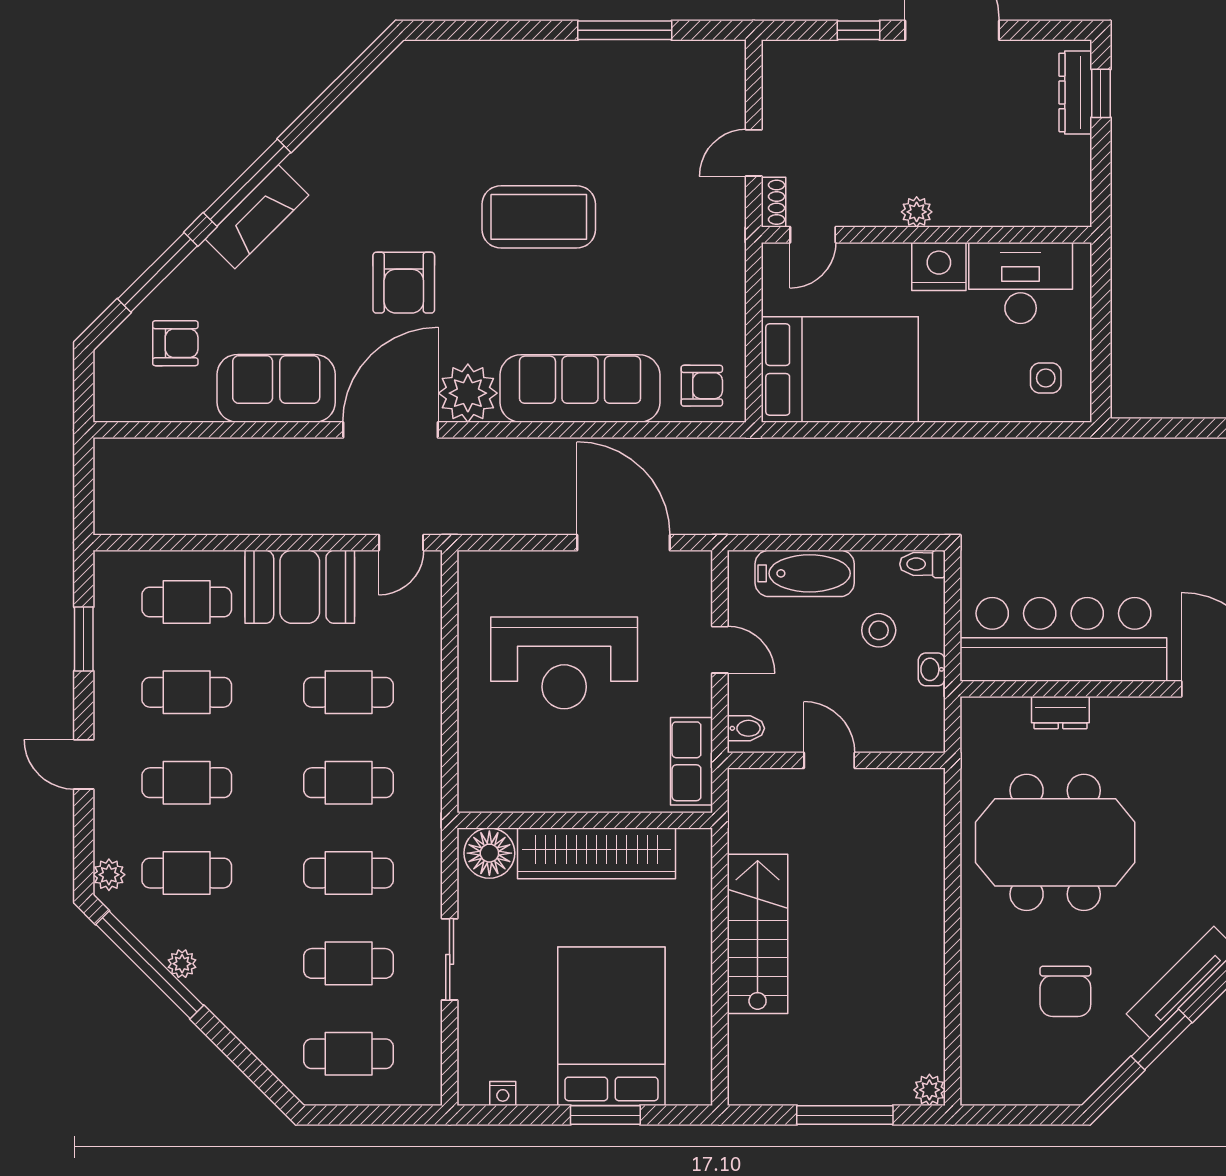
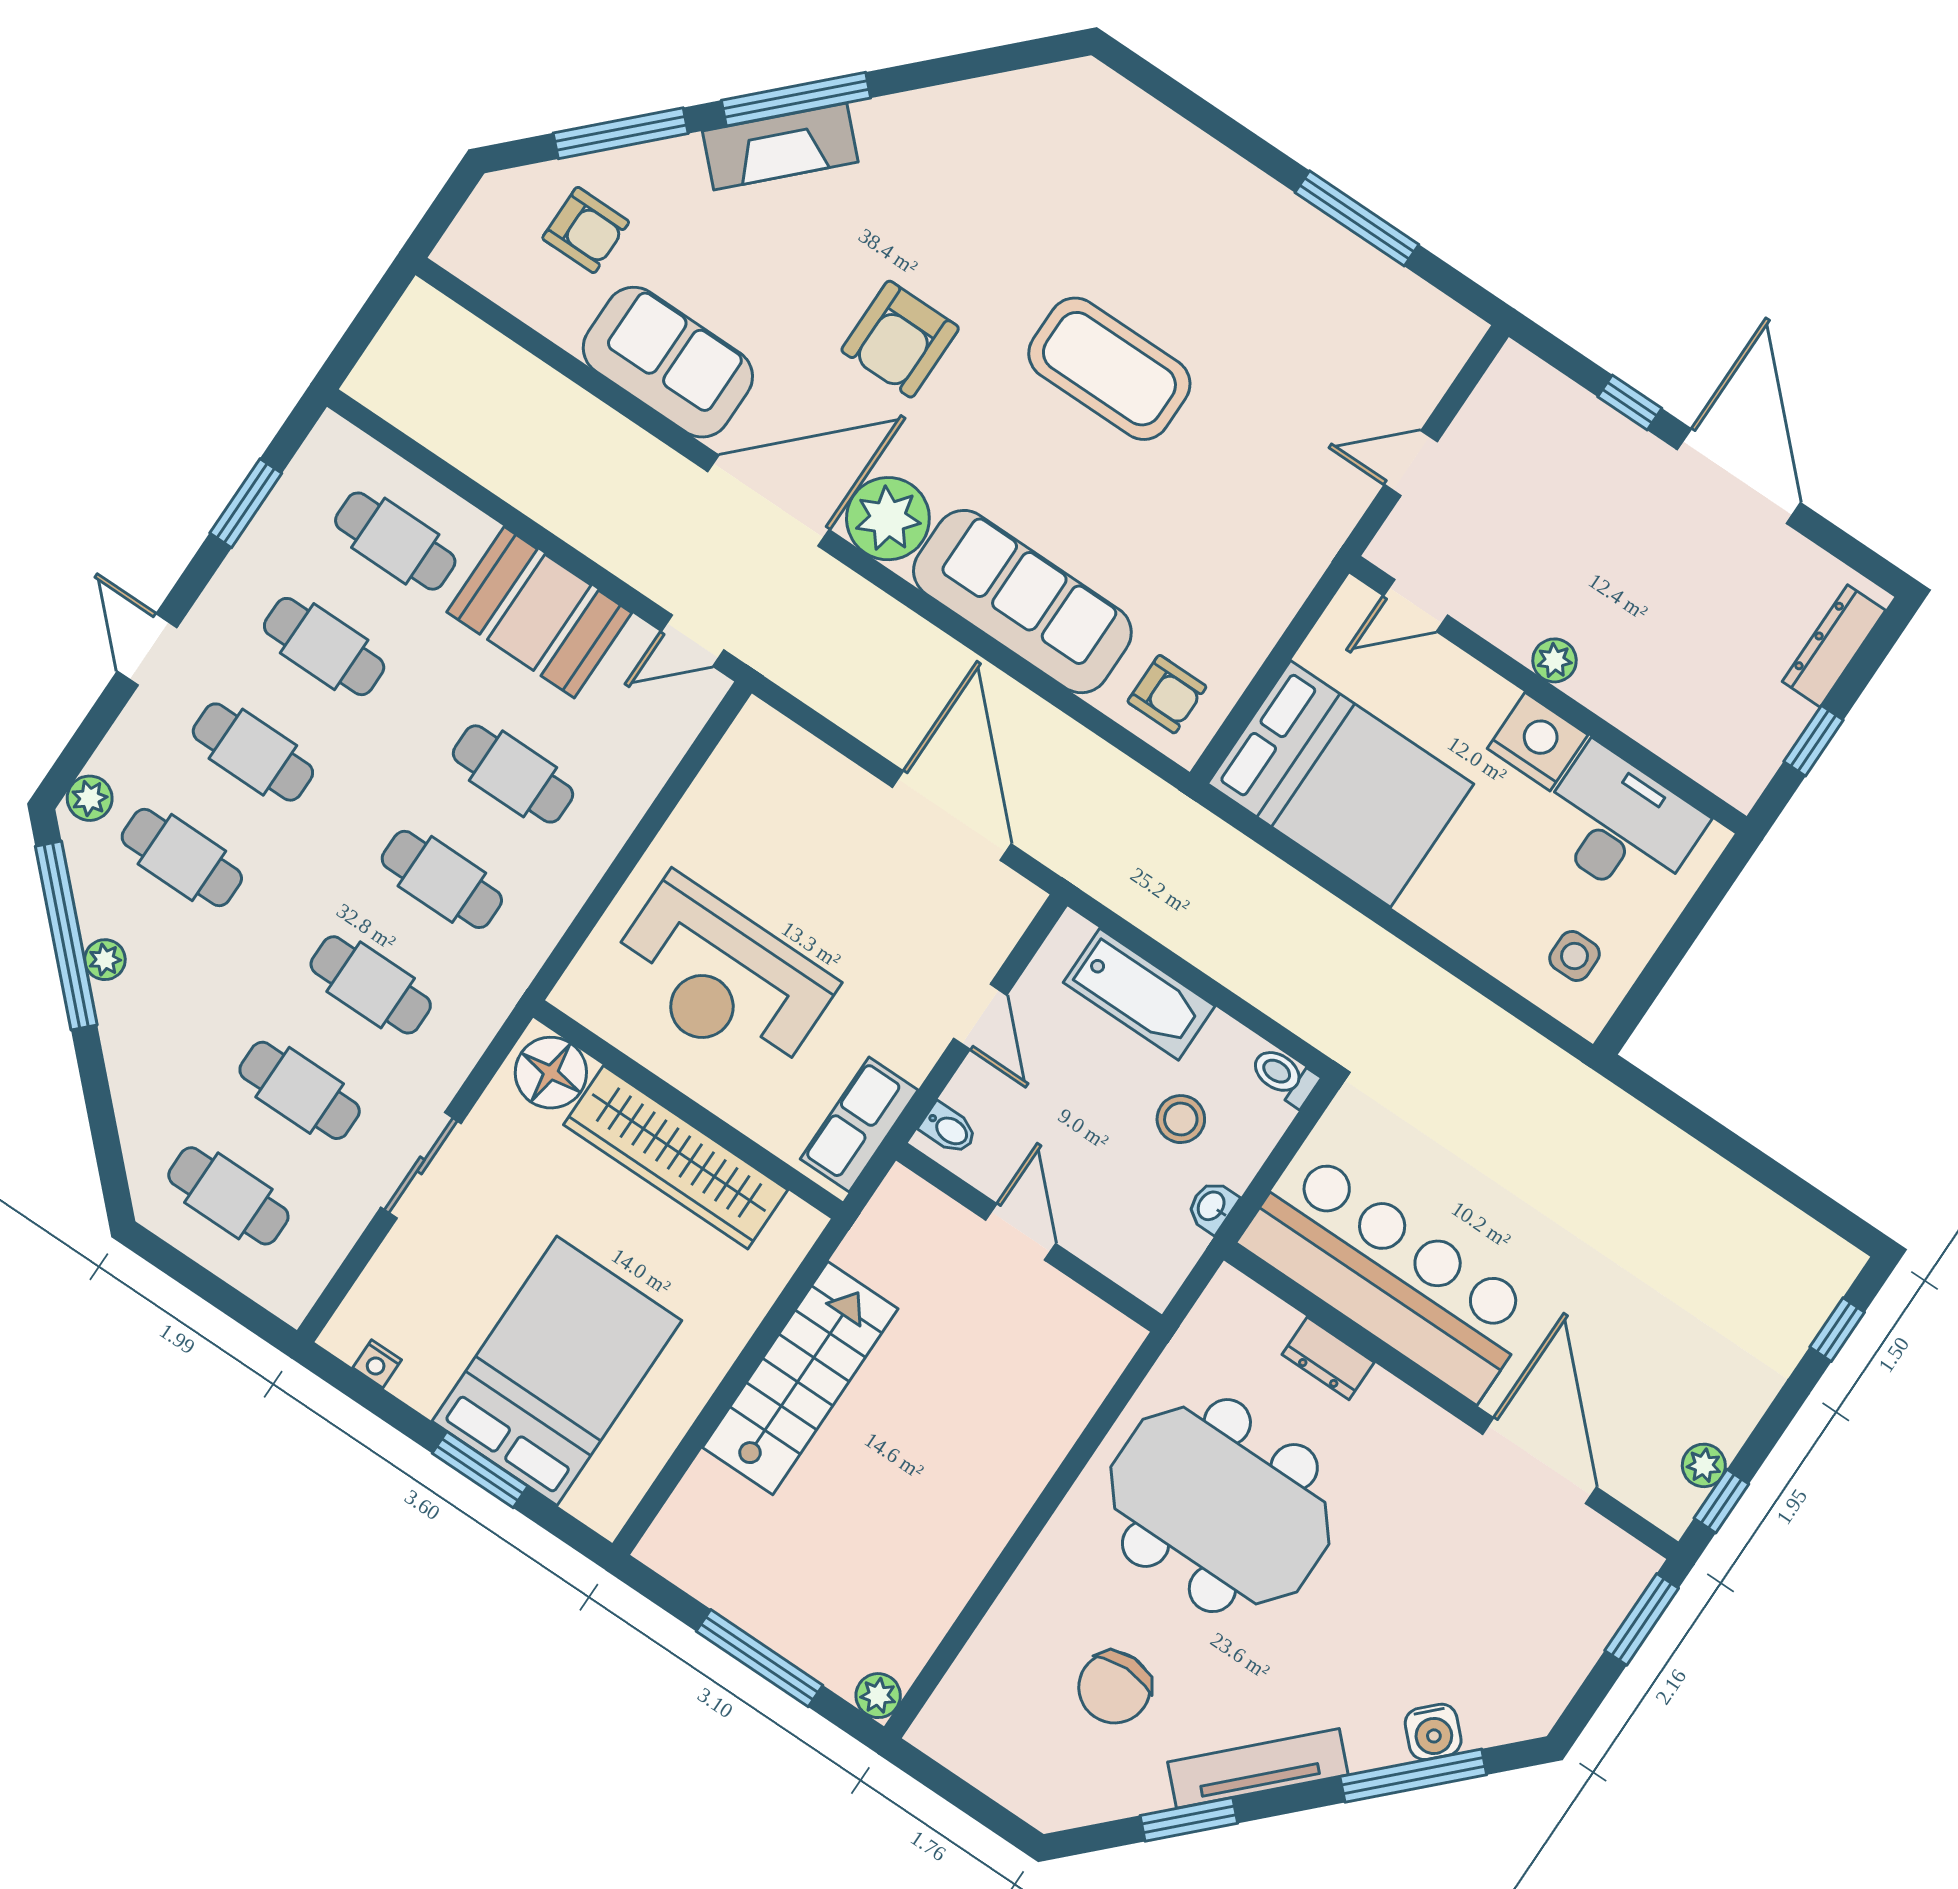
window: (1101, 93) -> (1813, 741), moved
shoe rack: (773, 202) -> (1395, 536), removed
reception desk: (564, 663) -> (721, 979), moved

